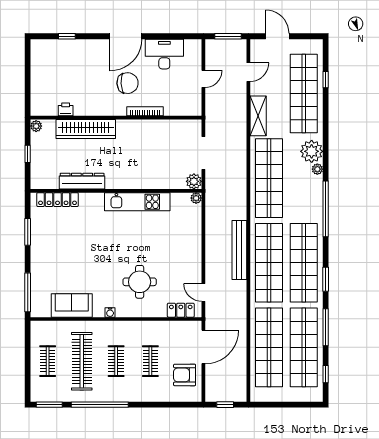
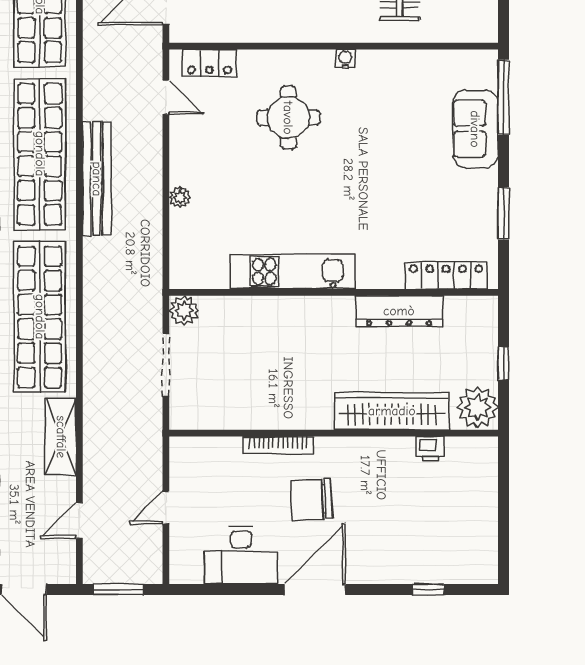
plant: (36, 126) -> (477, 407), width x1.87, depth x1.87
plant: (196, 198) -> (180, 197), moved
sofa: (72, 306) -> (475, 129), moved, turned 90

